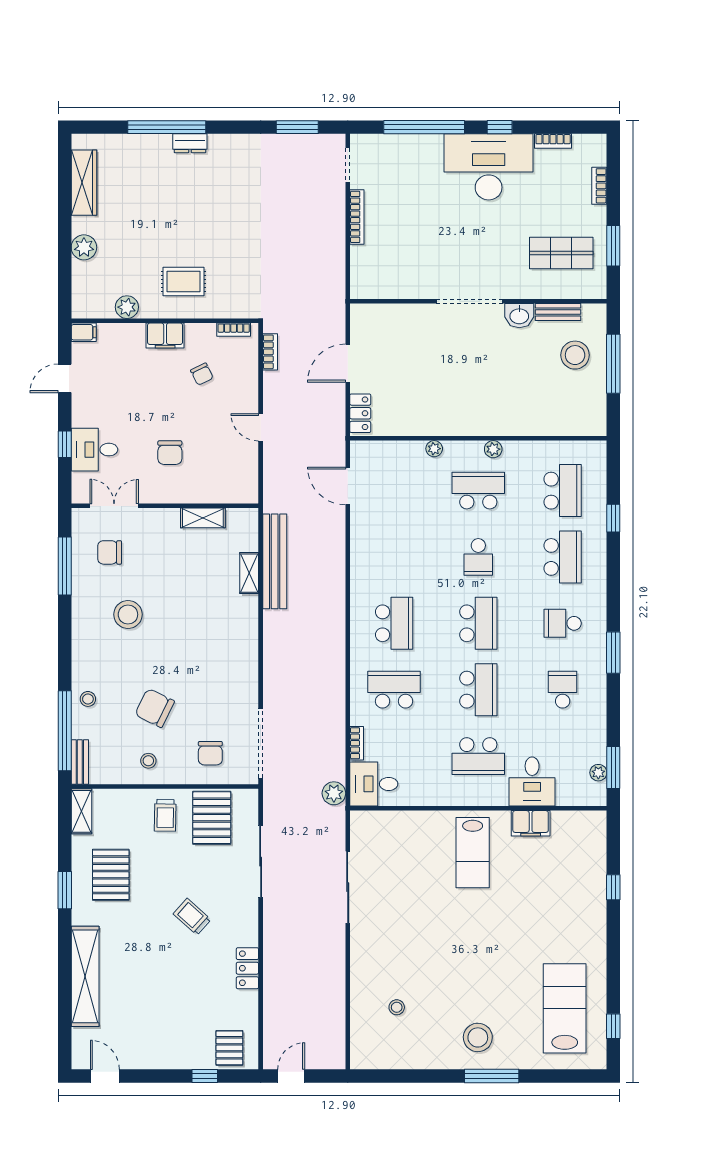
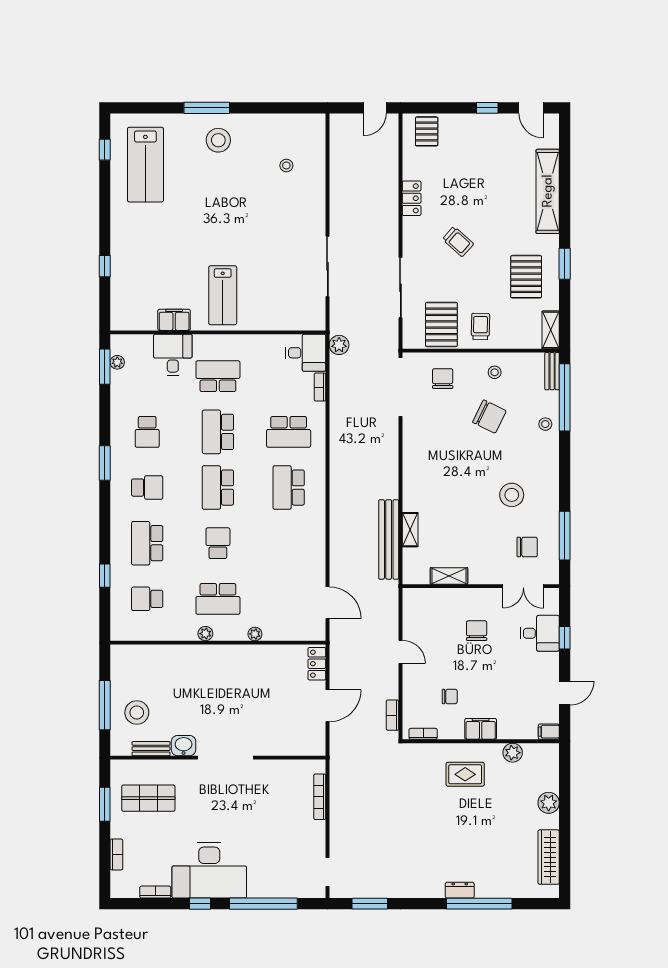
bookcase: (357, 217) -> (320, 797), moved
chair: (202, 374) -> (450, 696), turned 116
school desk: (563, 491) -> (147, 599), width x0.54
lab bench: (473, 853) -> (223, 295), turned 180
window: (205, 1076) -> (487, 108), moved

